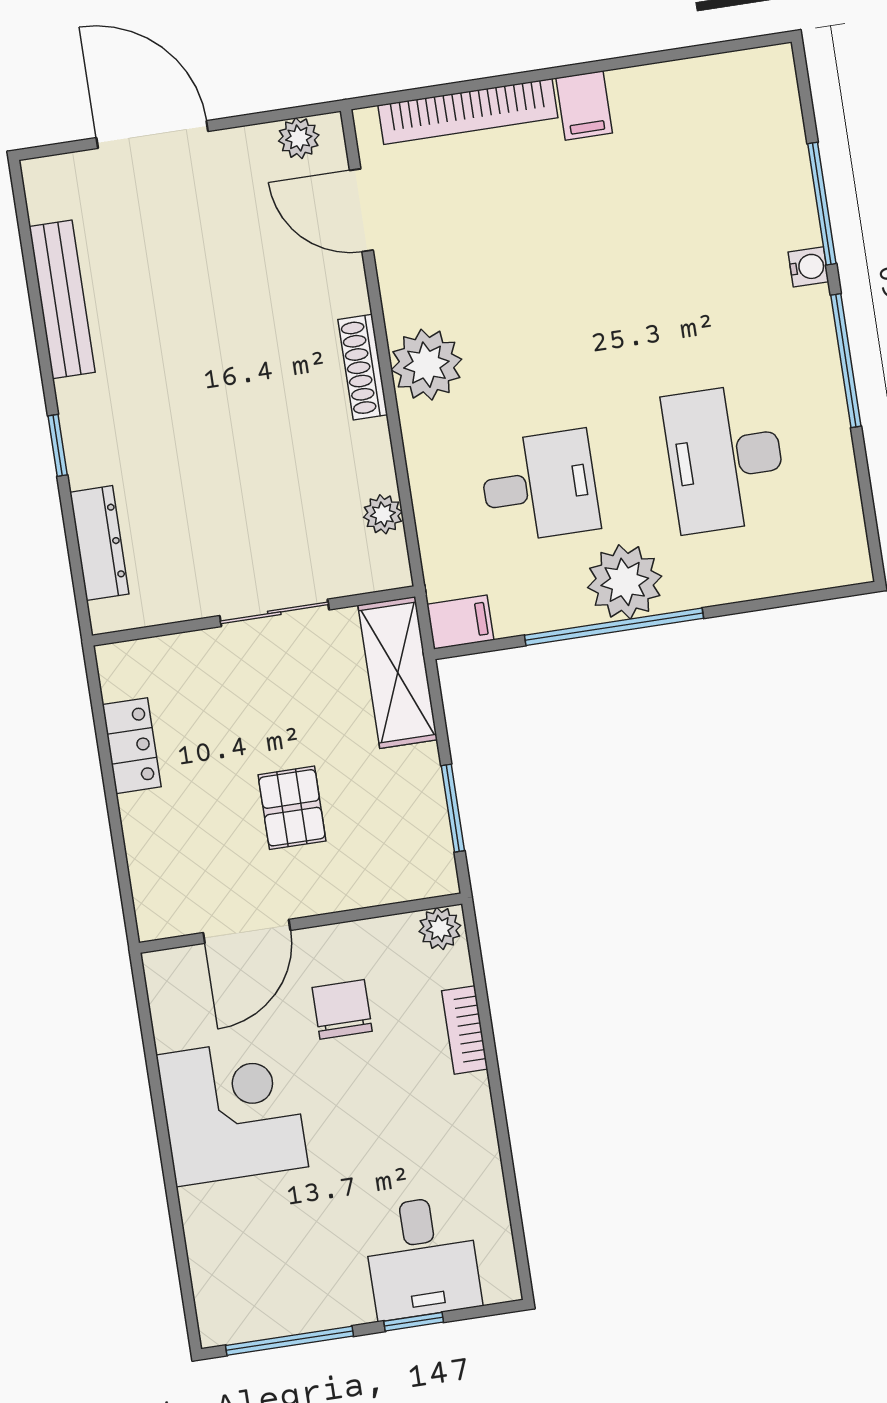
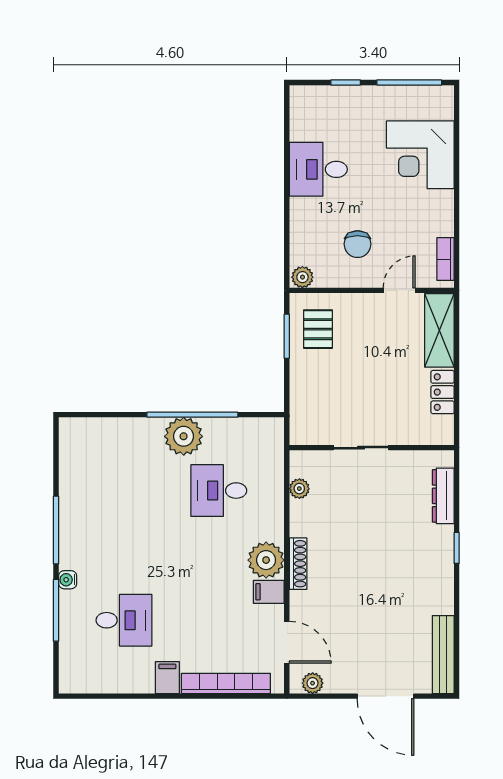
bench: (62, 299) -> (443, 655), moved
desk: (725, 458) -> (124, 620), moved, width x0.73
filing cabinet: (460, 622) -> (269, 592), moved
shelving: (398, 672) -> (439, 330), moved
pallet: (292, 808) -> (318, 329), moved
door: (247, 931) -> (399, 290), width x0.73
bookcase: (465, 1030) -> (446, 259), moved, turned 180
corner desk: (232, 1111) -> (420, 155), moved
desk: (422, 1257) -> (318, 169), moved, turned -90

